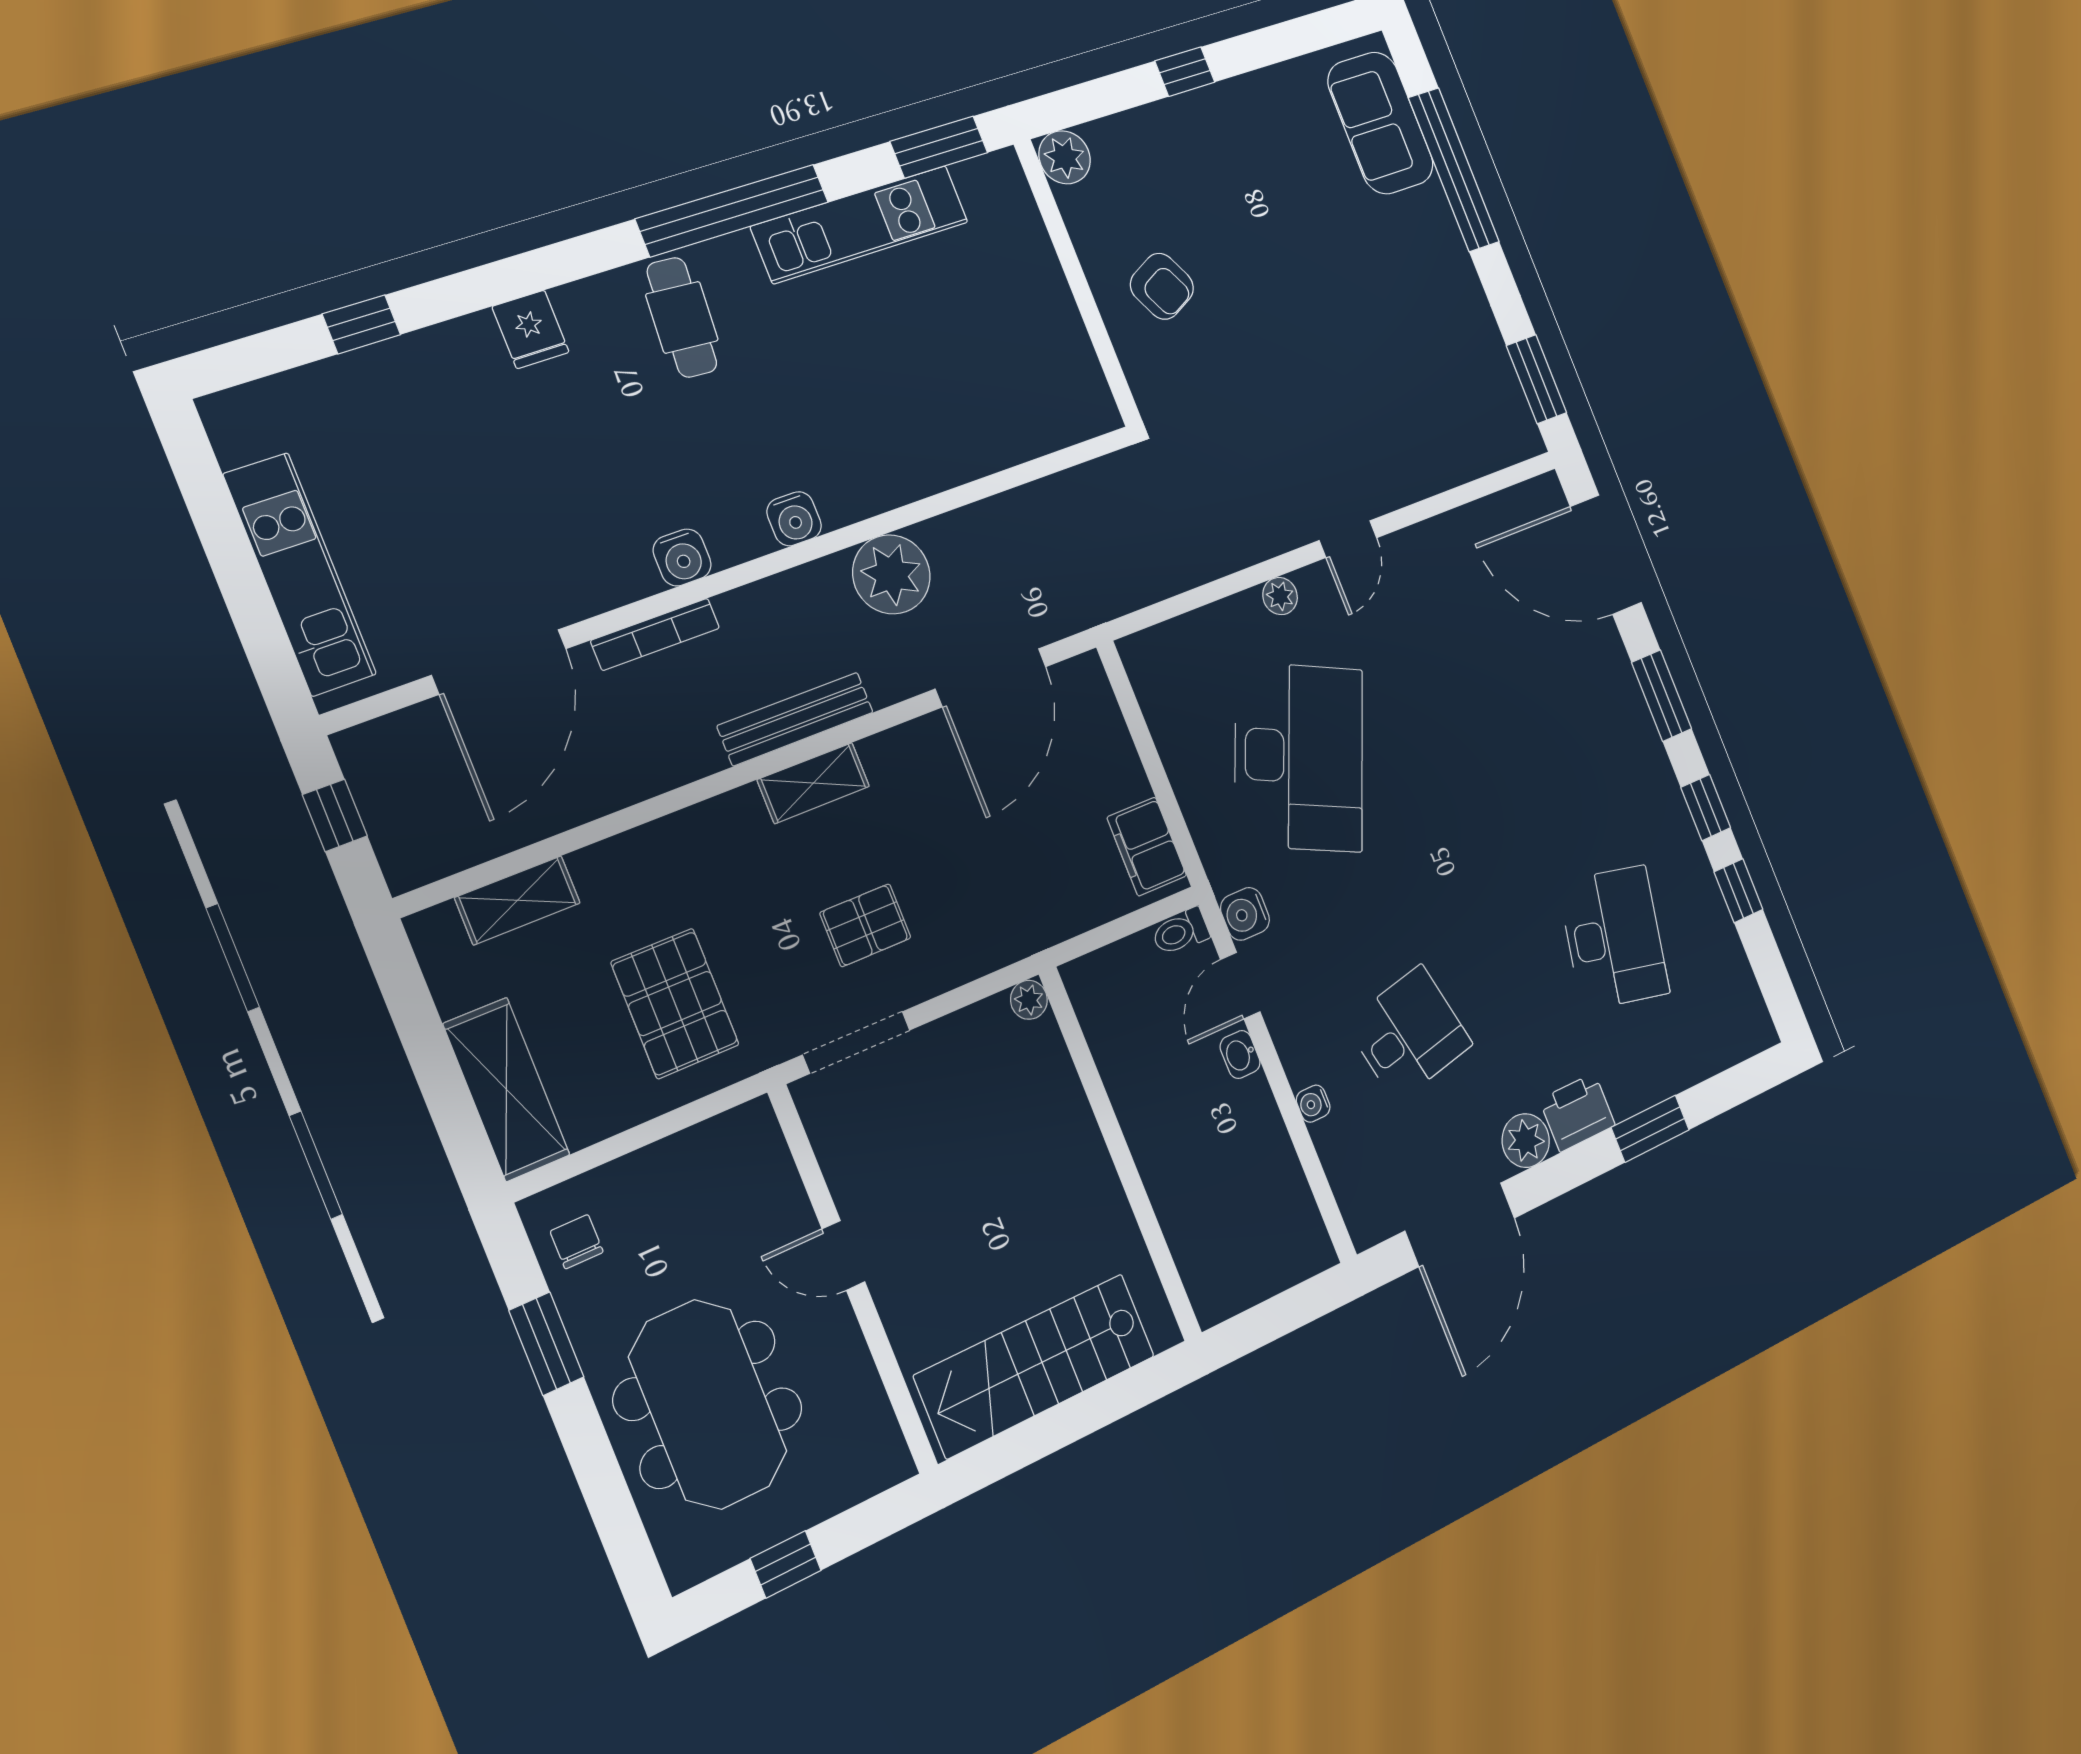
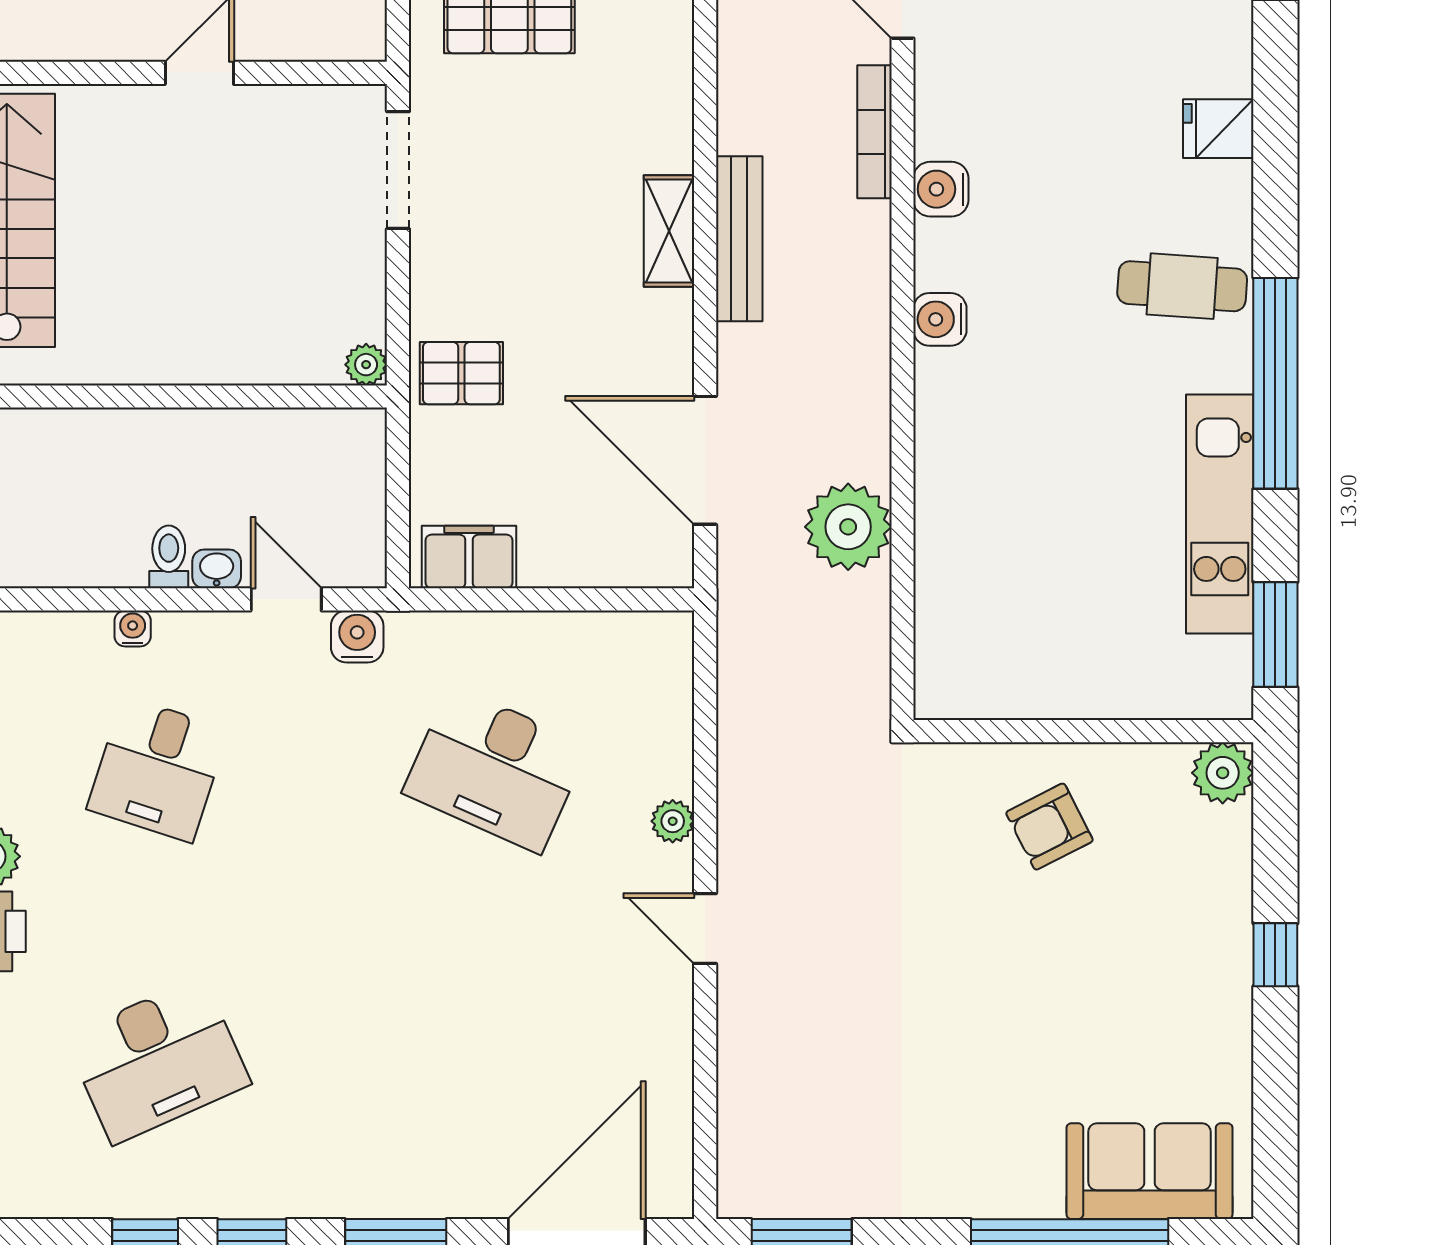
plant: (891, 574) -> (848, 527), moved
desk: (1299, 757) -> (496, 769), width x0.73, depth x0.77
pallet: (865, 925) -> (461, 373), moved, turned 90
toilet: (1181, 932) -> (169, 557), moved
desk: (1614, 938) -> (158, 1060), turned -36
desk: (1409, 1034) -> (158, 769), turned 30

